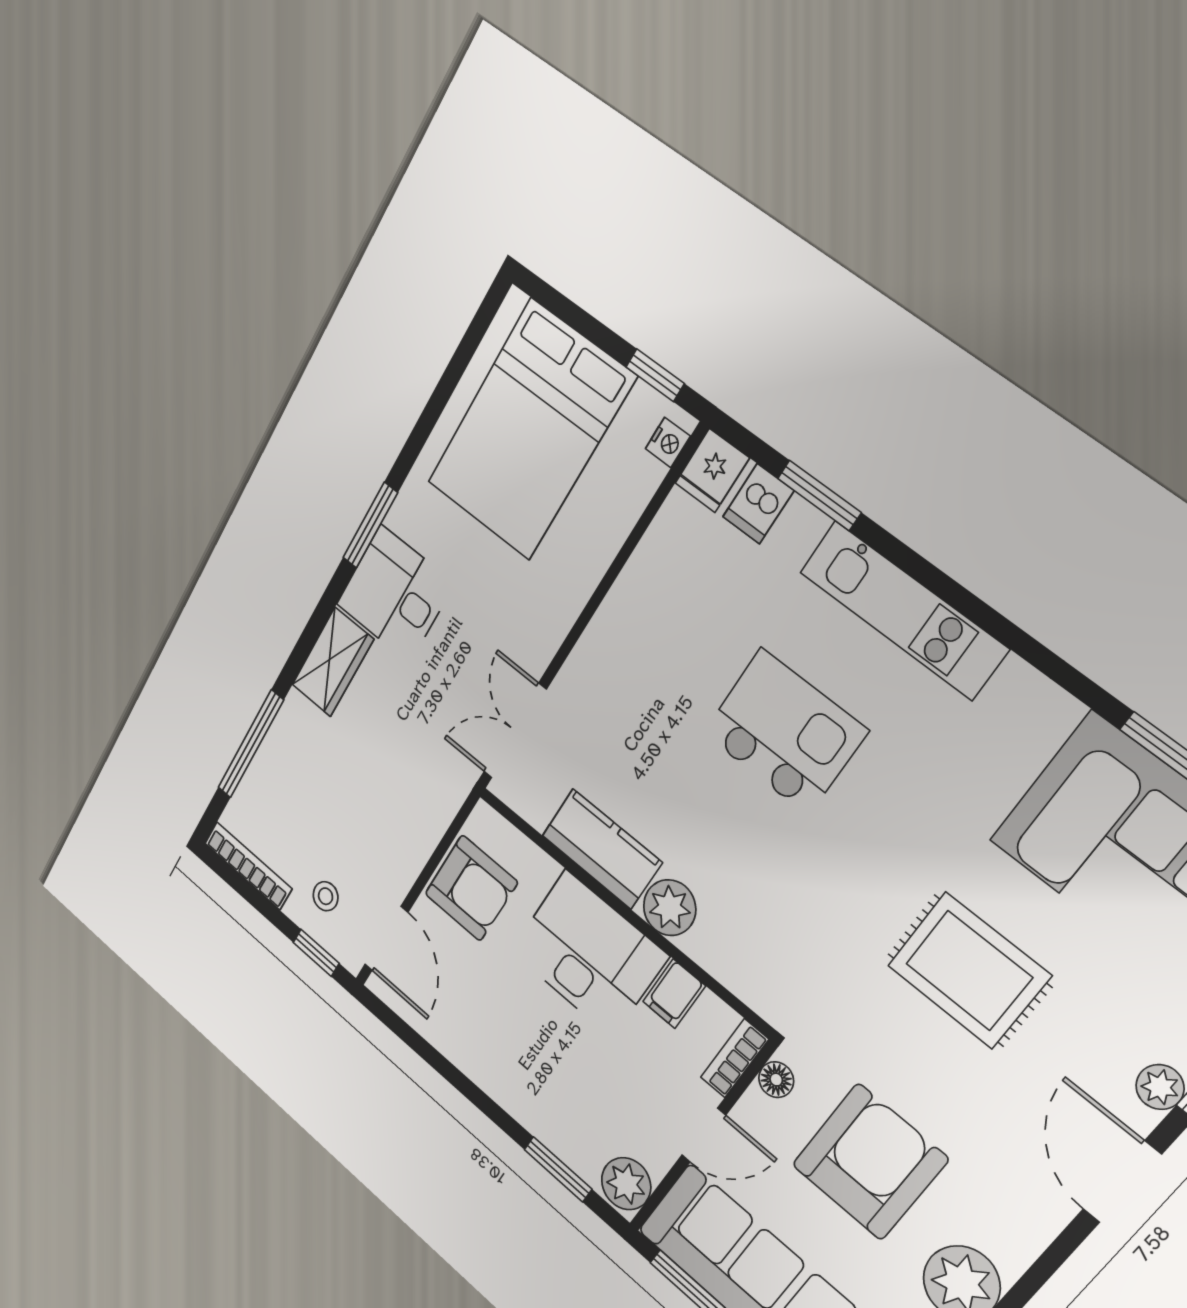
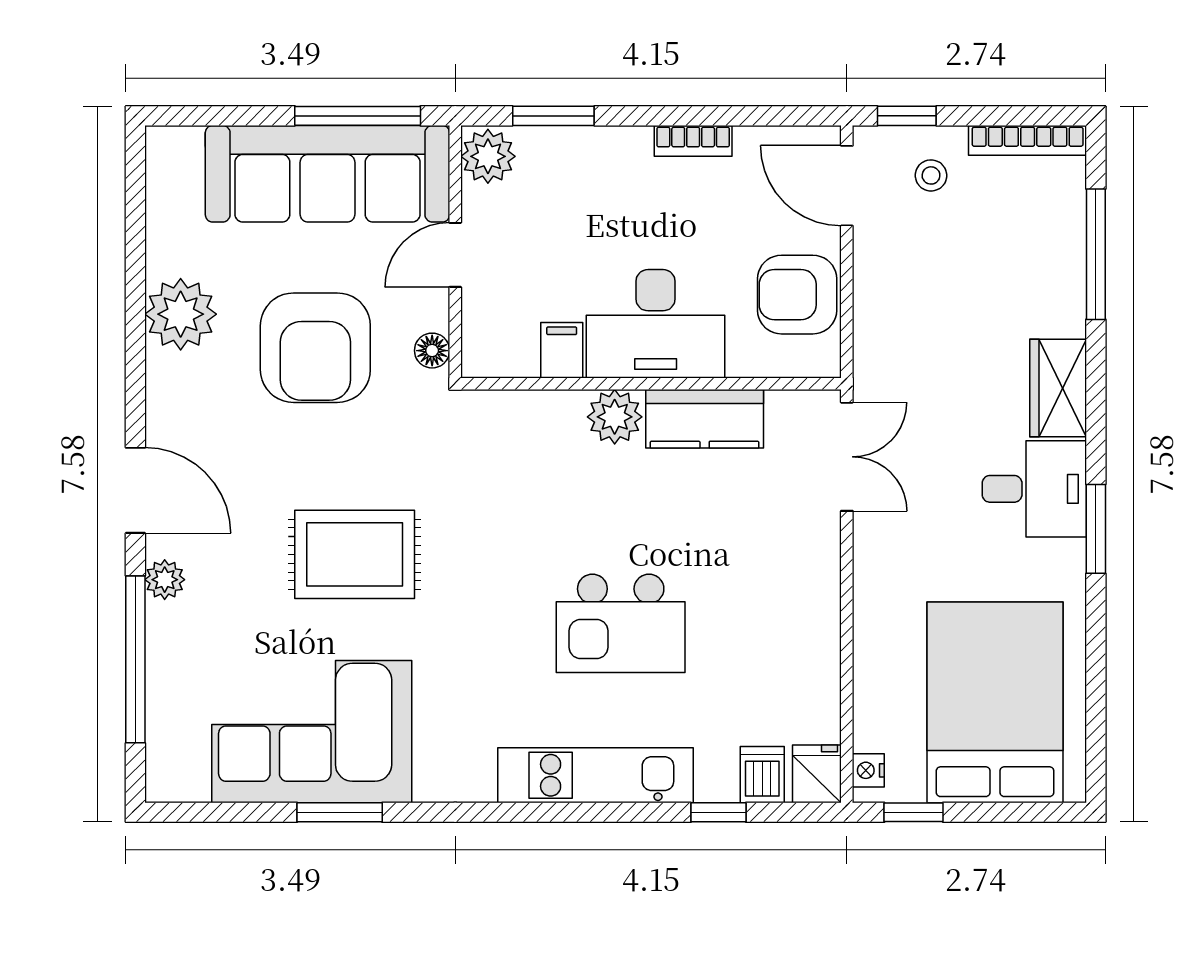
window: (819, 495) -> (718, 812), width x0.67
bookcase: (735, 1058) -> (693, 141), moved, turned 90

